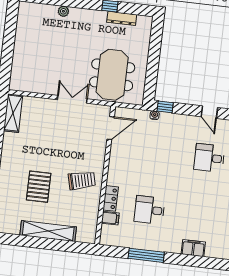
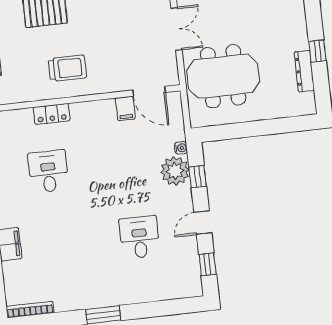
window: (165, 107) -> (198, 177), moved
plant: (169, 123) -> (175, 171), added
trolley: (82, 180) -> (67, 68), turned -76
filing cabinet: (110, 218) -> (125, 108), moved

